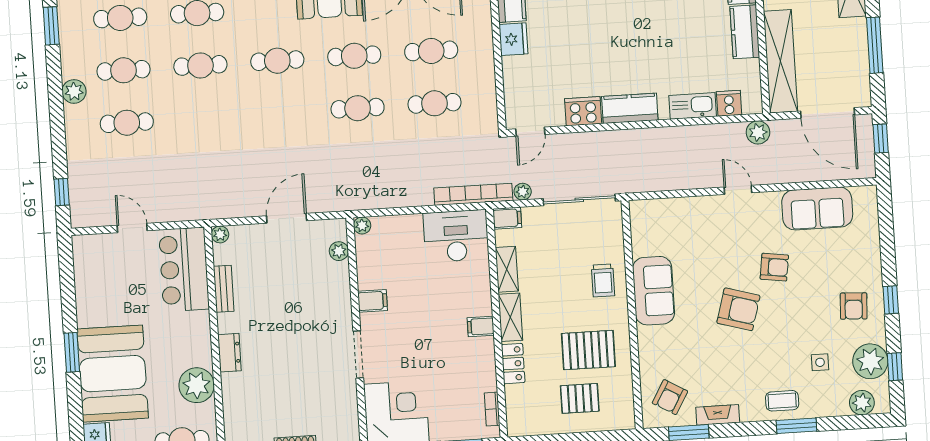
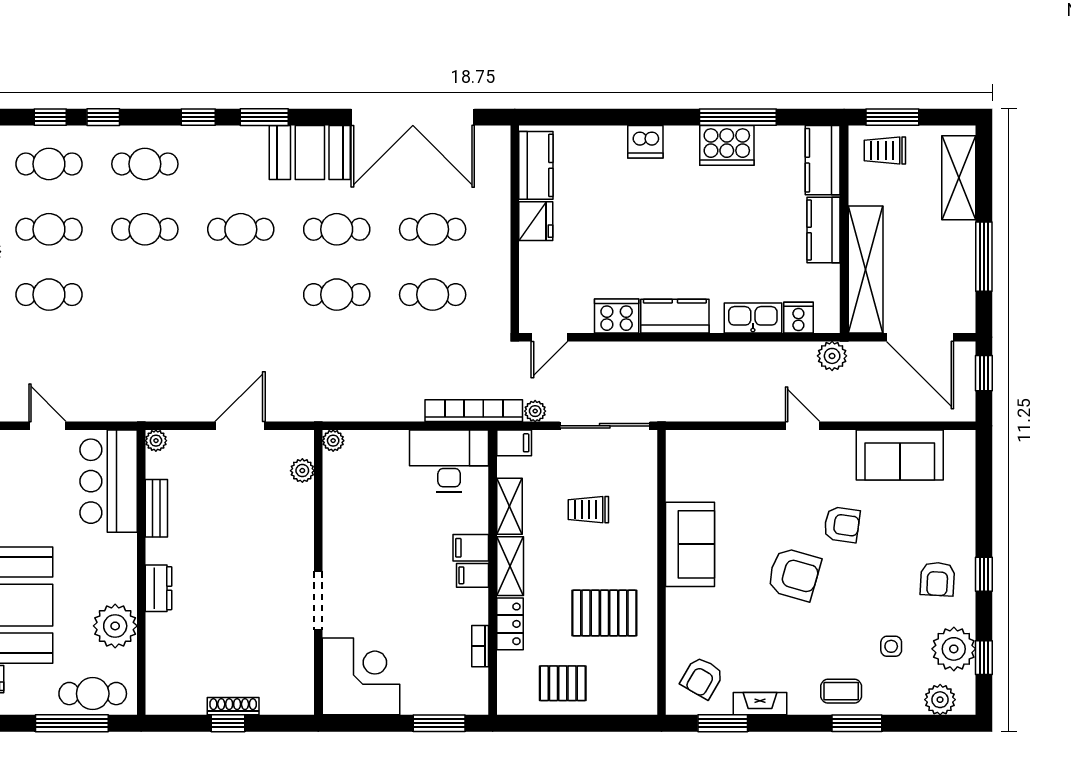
trolley: (603, 280) -> (588, 510), moved, turned 90
filing cabinet: (372, 301) -> (471, 548), moved, turned 180
pallet: (580, 398) -> (563, 683), moved
bookcase: (492, 409) -> (480, 646), moved

